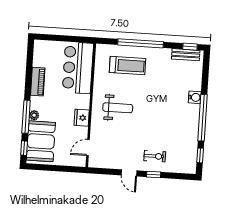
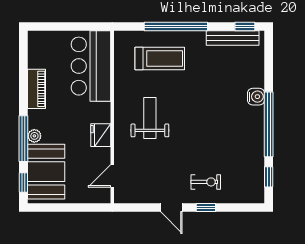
bench: (186, 55) -> (233, 38), width x1.36
weight bench: (118, 108) -> (150, 118), turned -90

